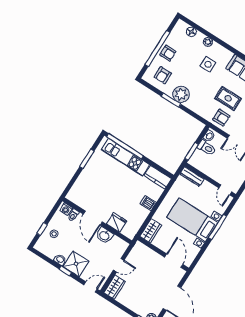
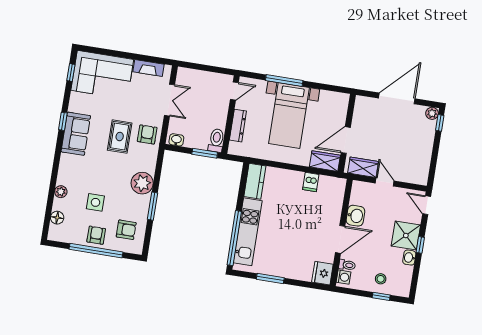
side table: (208, 64) -> (95, 202), moved
plant: (181, 94) -> (142, 183), moved
toilet: (207, 148) -> (216, 140), moved
dresser: (192, 177) -> (238, 126), moved
dishwasher: (148, 203) -> (311, 182), moved
fridge: (117, 222) -> (322, 273), moved
door: (174, 261) -> (346, 140), moved
wardrobe: (115, 287) -> (363, 167), moved

